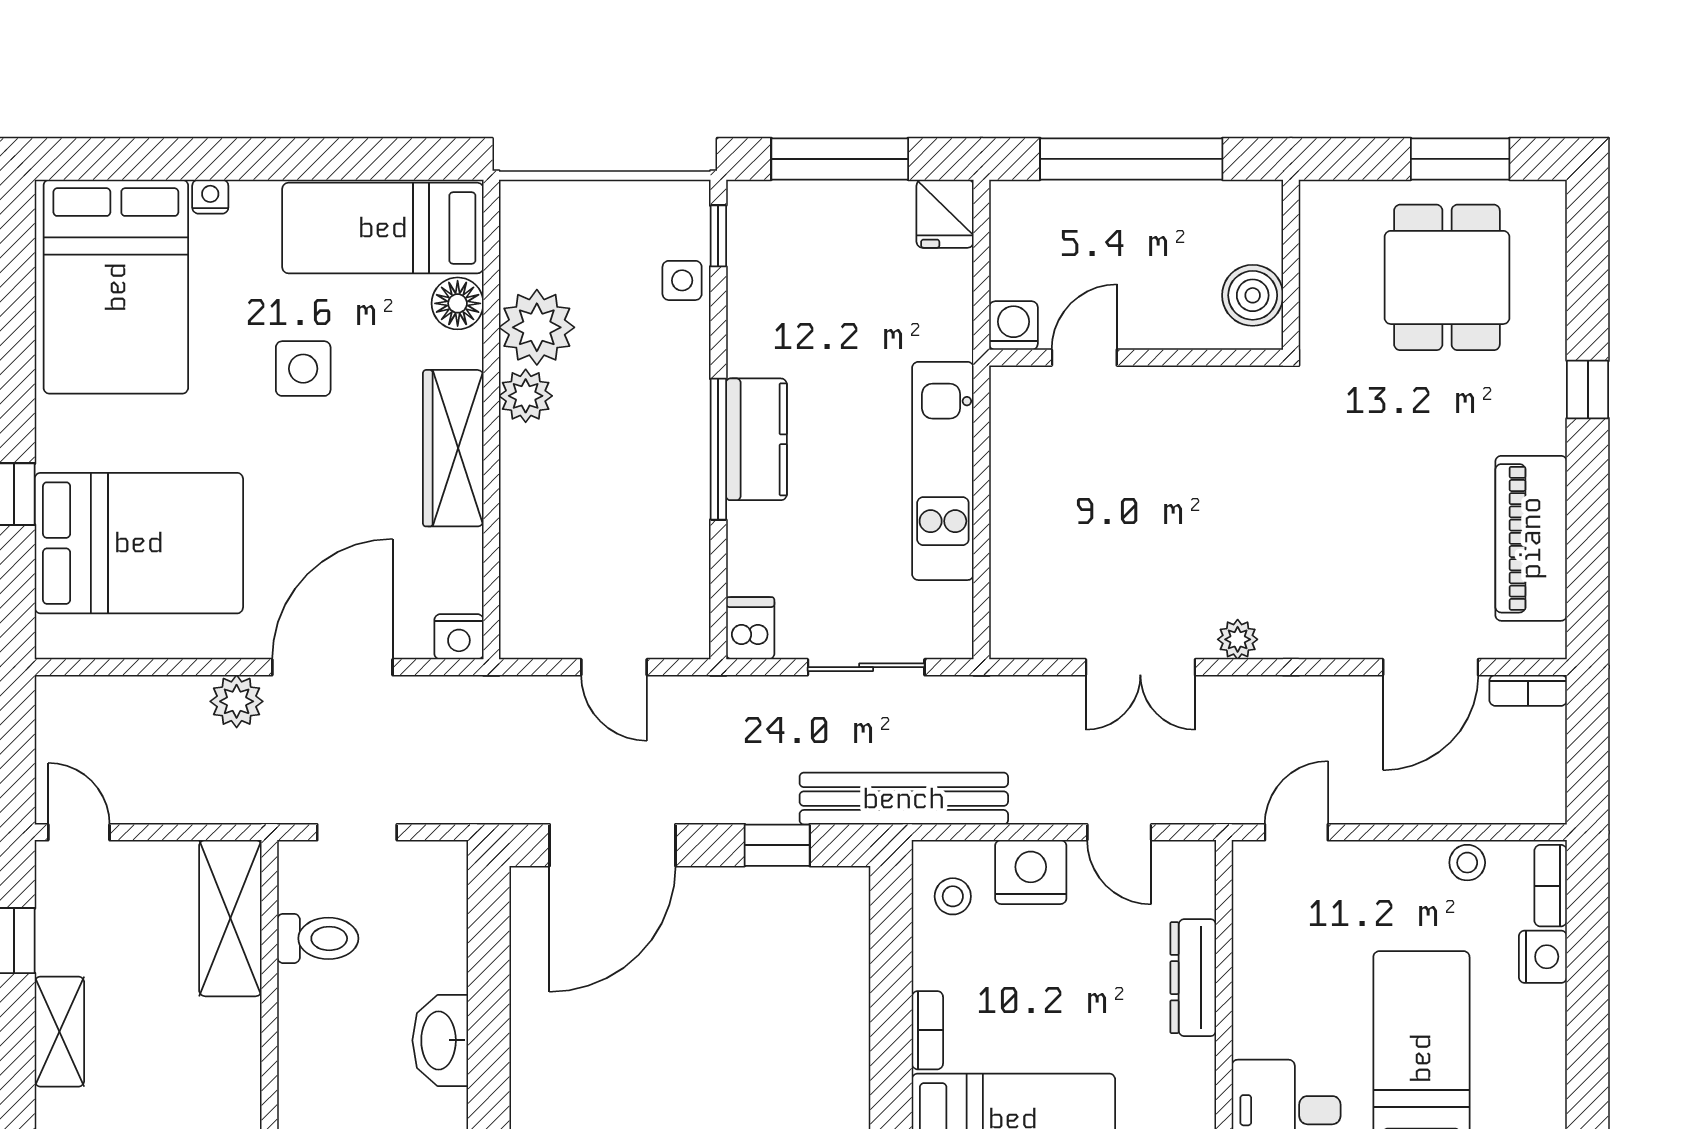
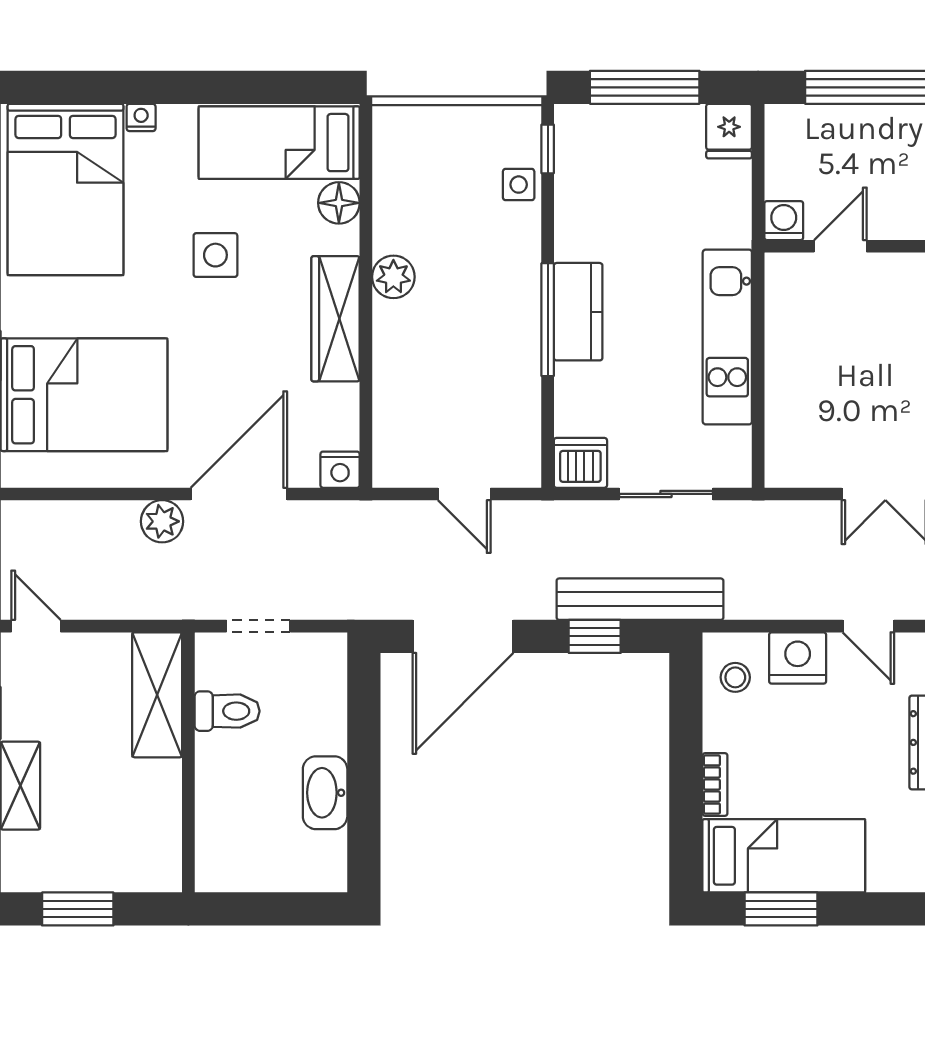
plant: (537, 327) -> (402, 222), removed
dishwasher: (750, 628) -> (580, 463), width x1.38
bench: (904, 799) -> (640, 599), moved

